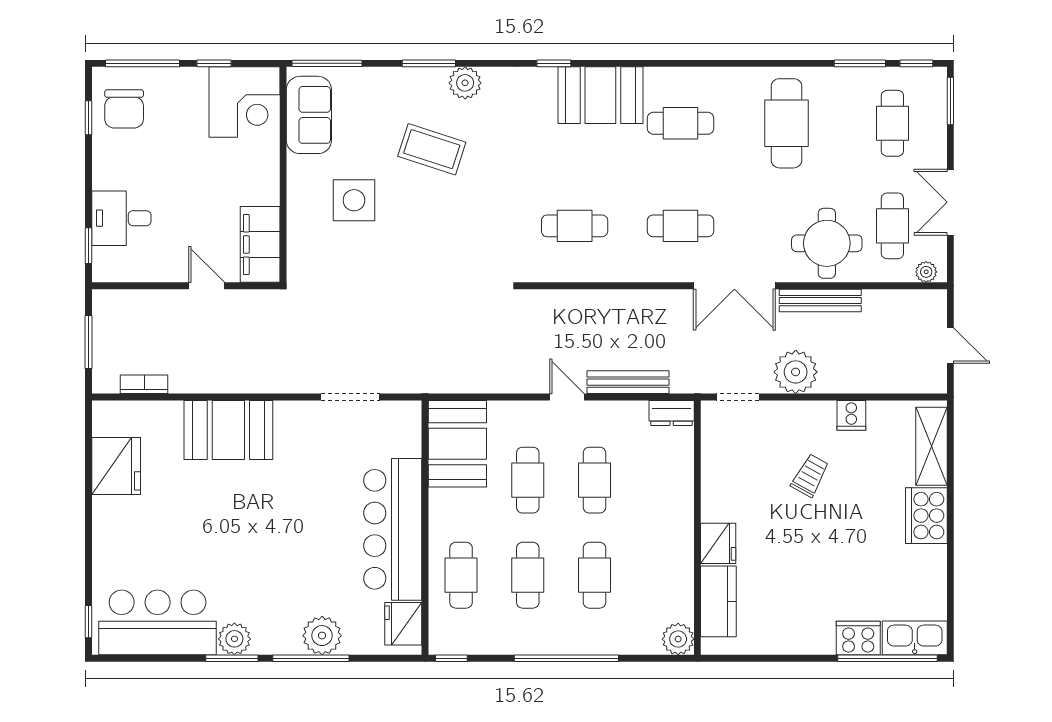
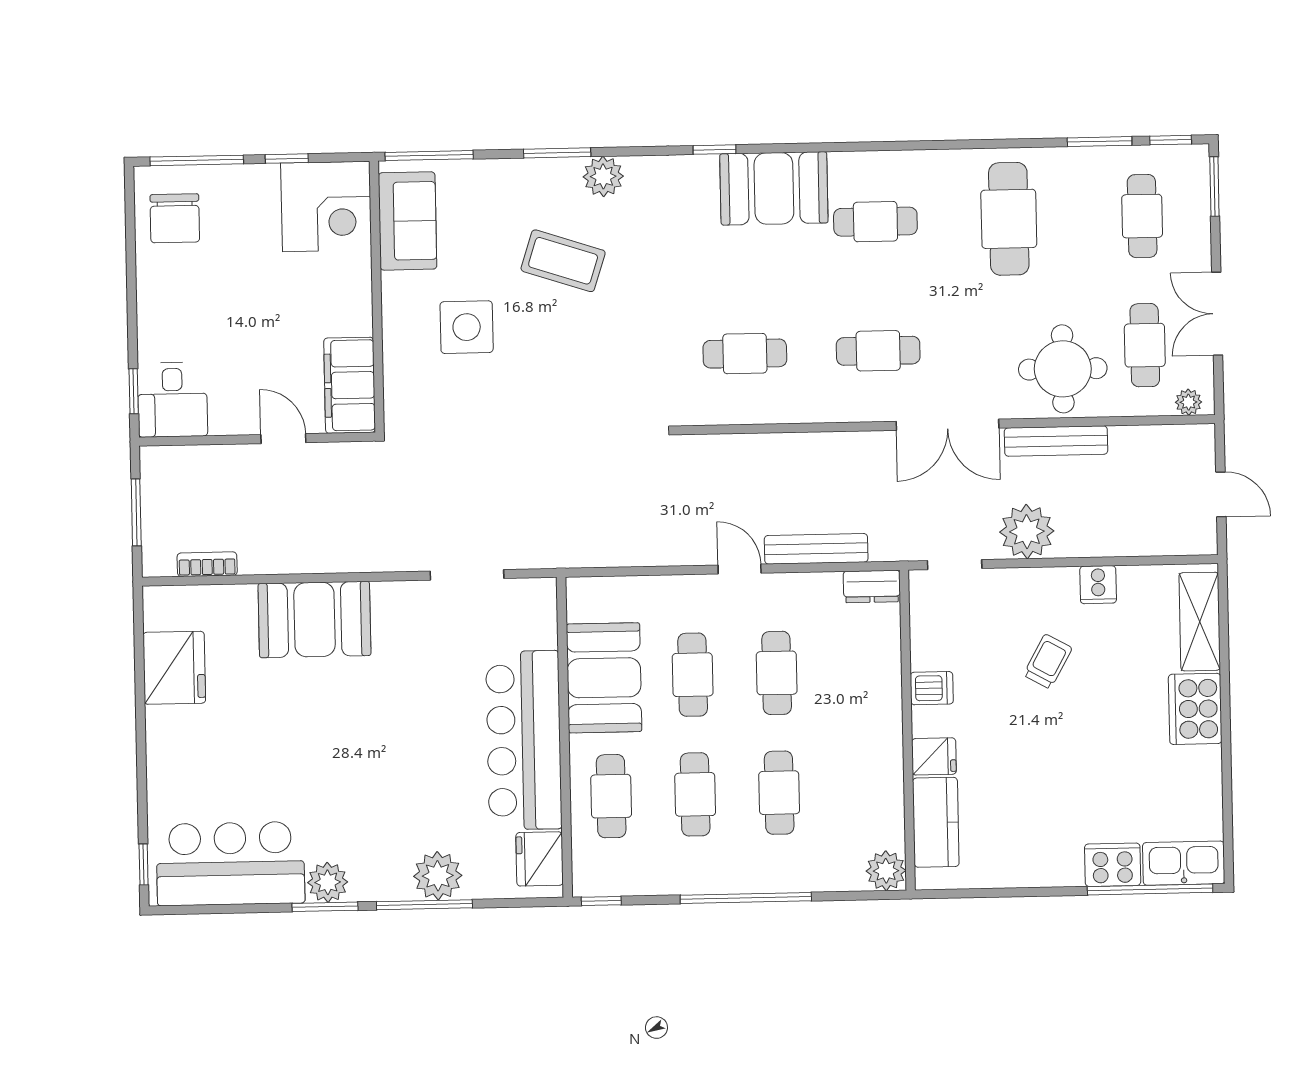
window: (89, 118) -> (130, 230), removed
desk: (121, 218) -> (172, 400), moved, turned -90
booth: (457, 444) -> (604, 678), moved
dishwasher: (718, 495) -> (932, 688), added
fridge: (718, 543) -> (934, 756), width x0.72

